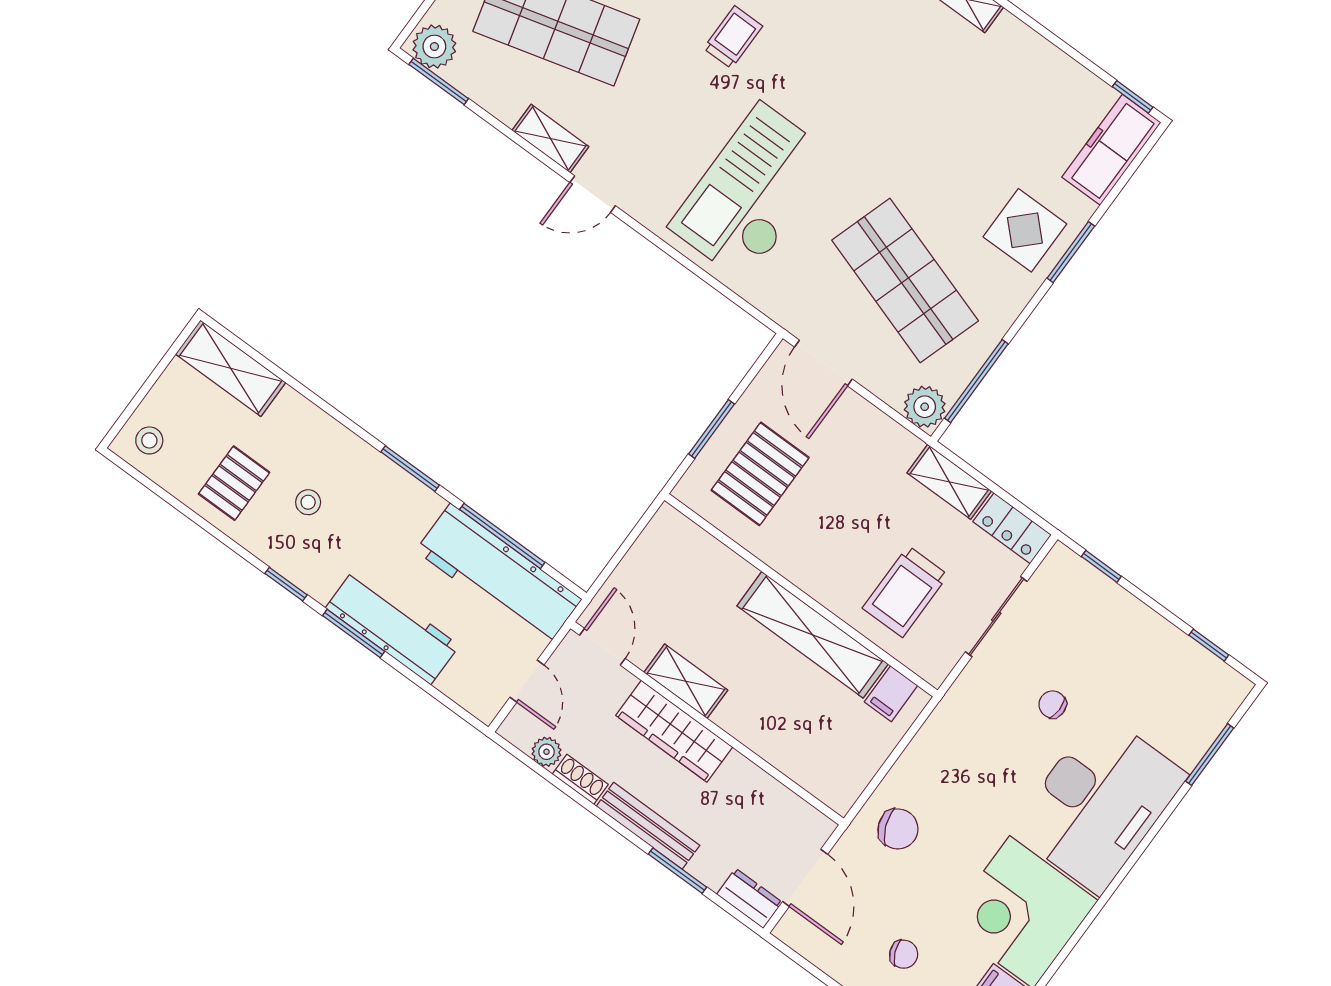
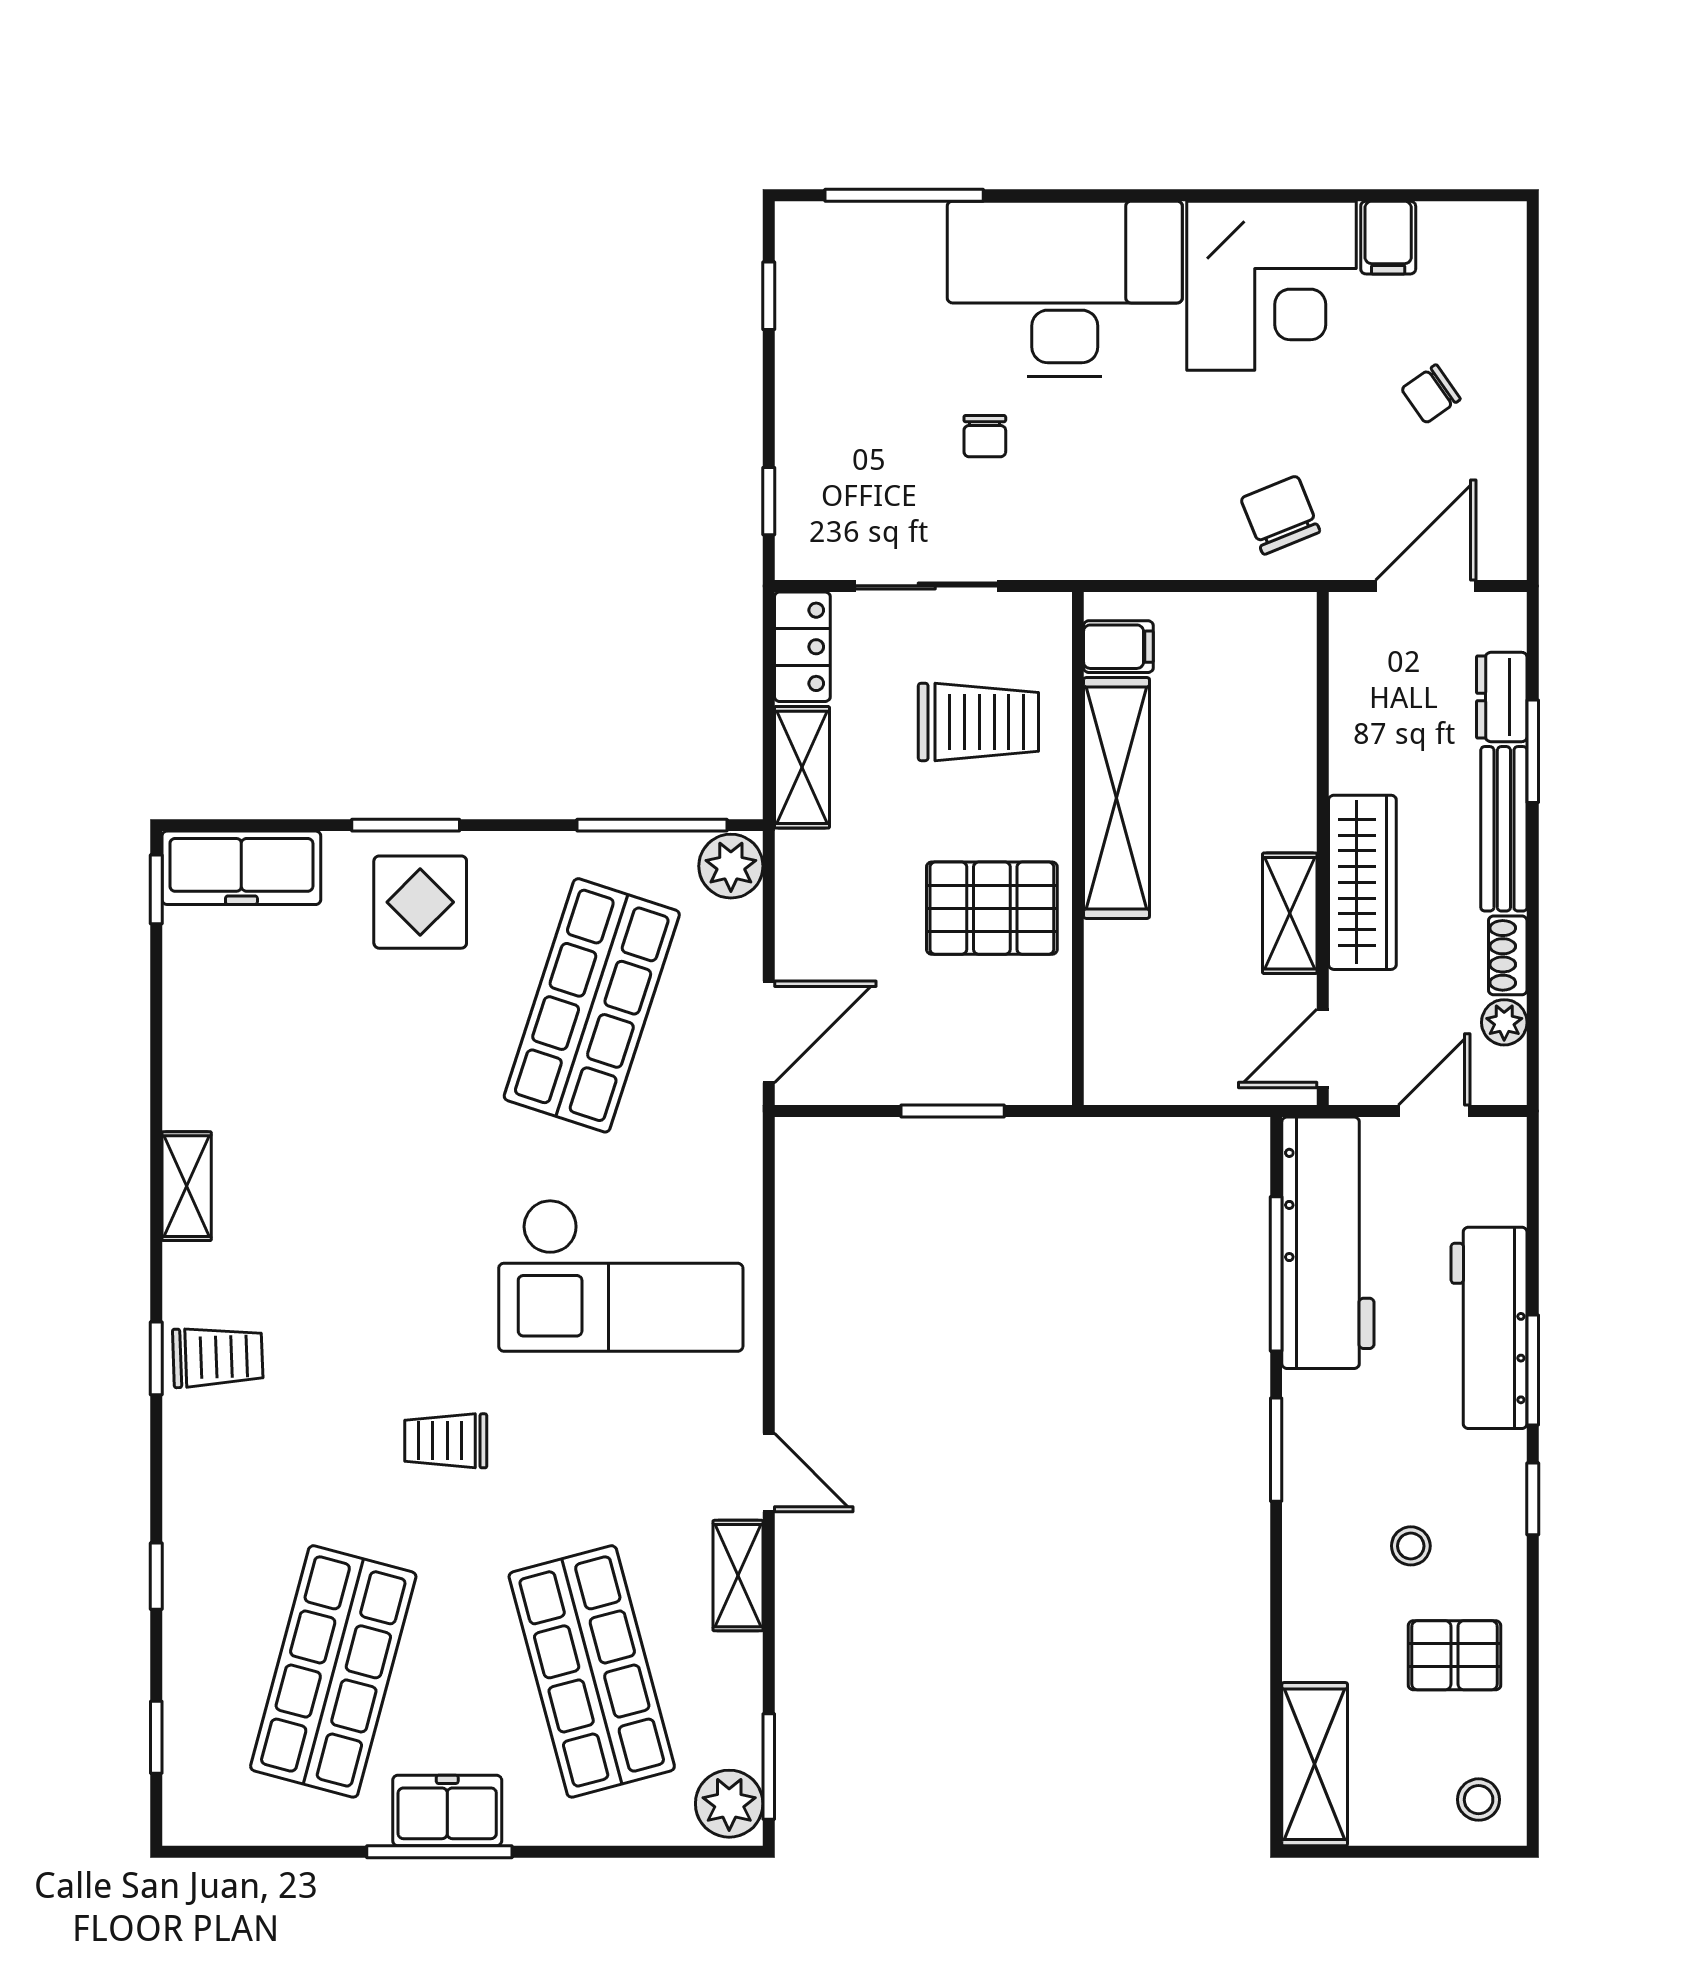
pallet: (760, 474) -> (992, 908), moved
window: (1210, 755) -> (904, 195), width x1.44
dresser: (749, 898) -> (1502, 697), moved
chair: (904, 954) -> (1431, 394), turned -102

